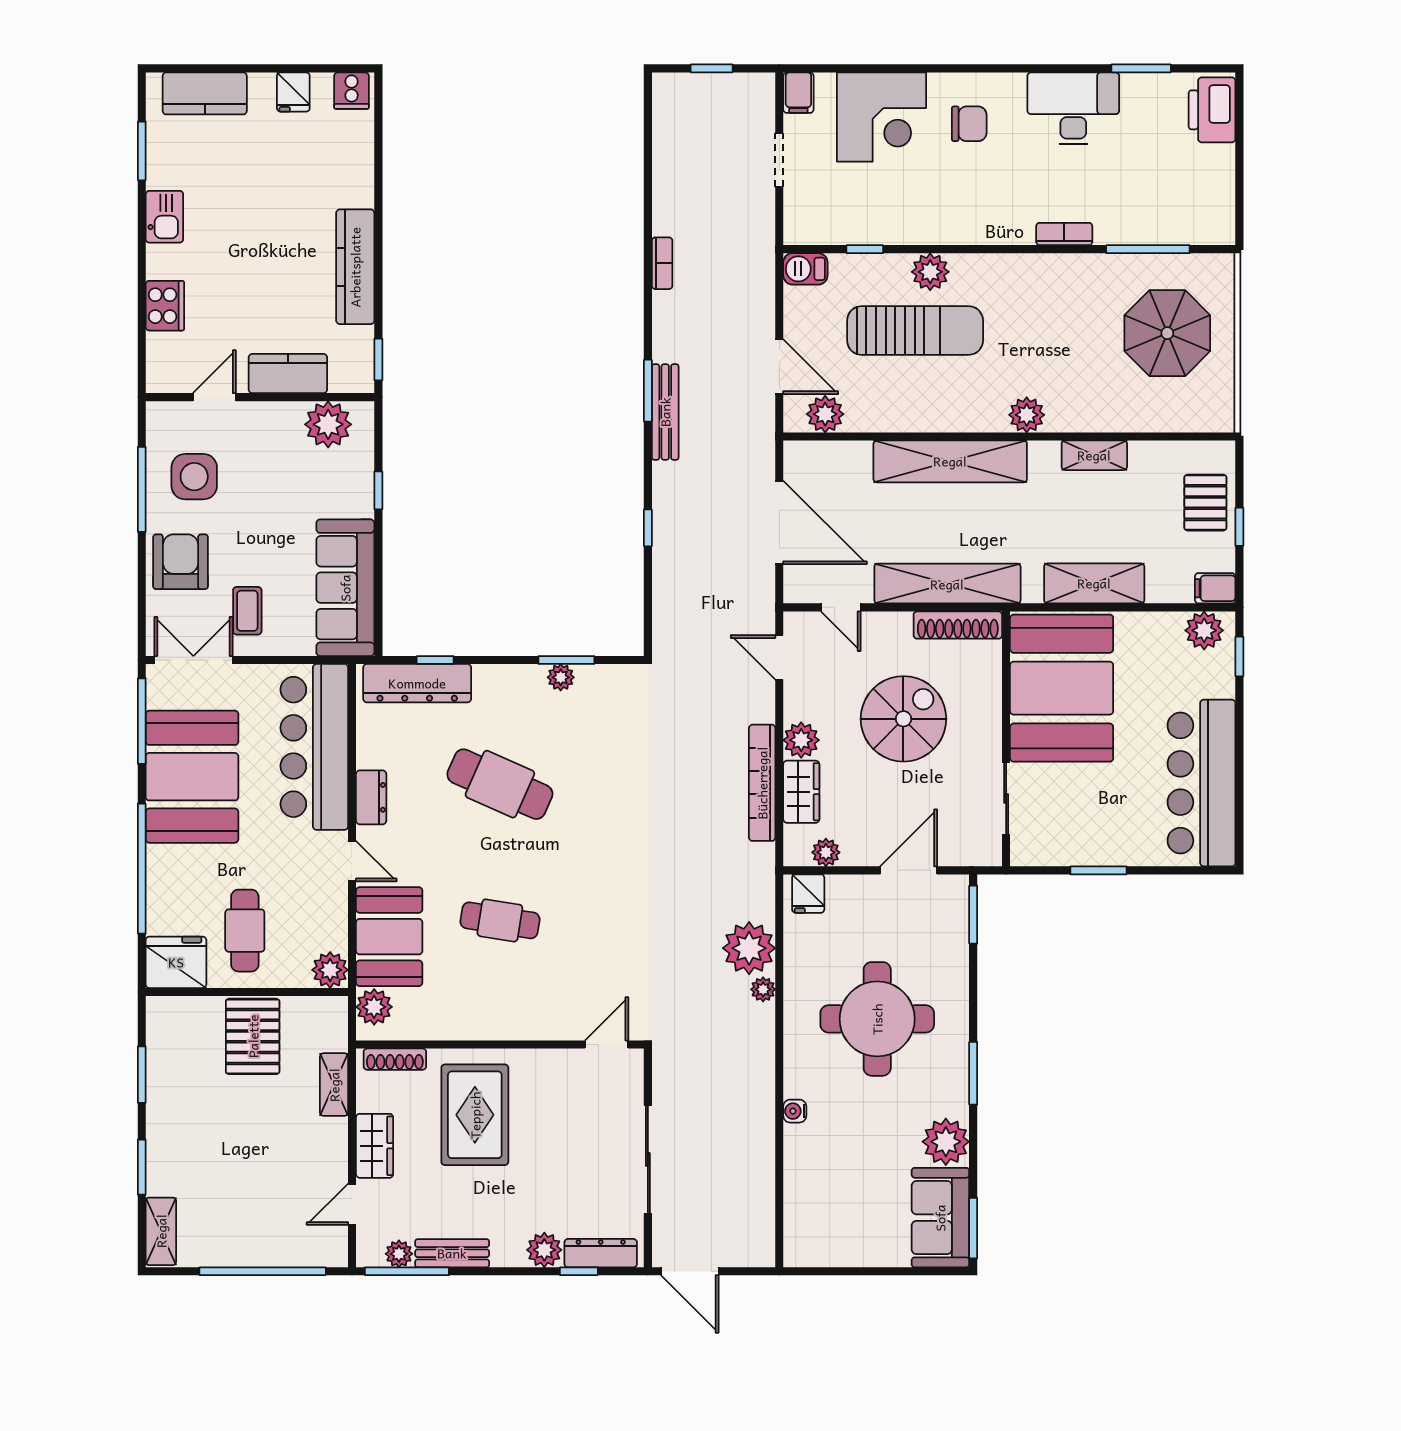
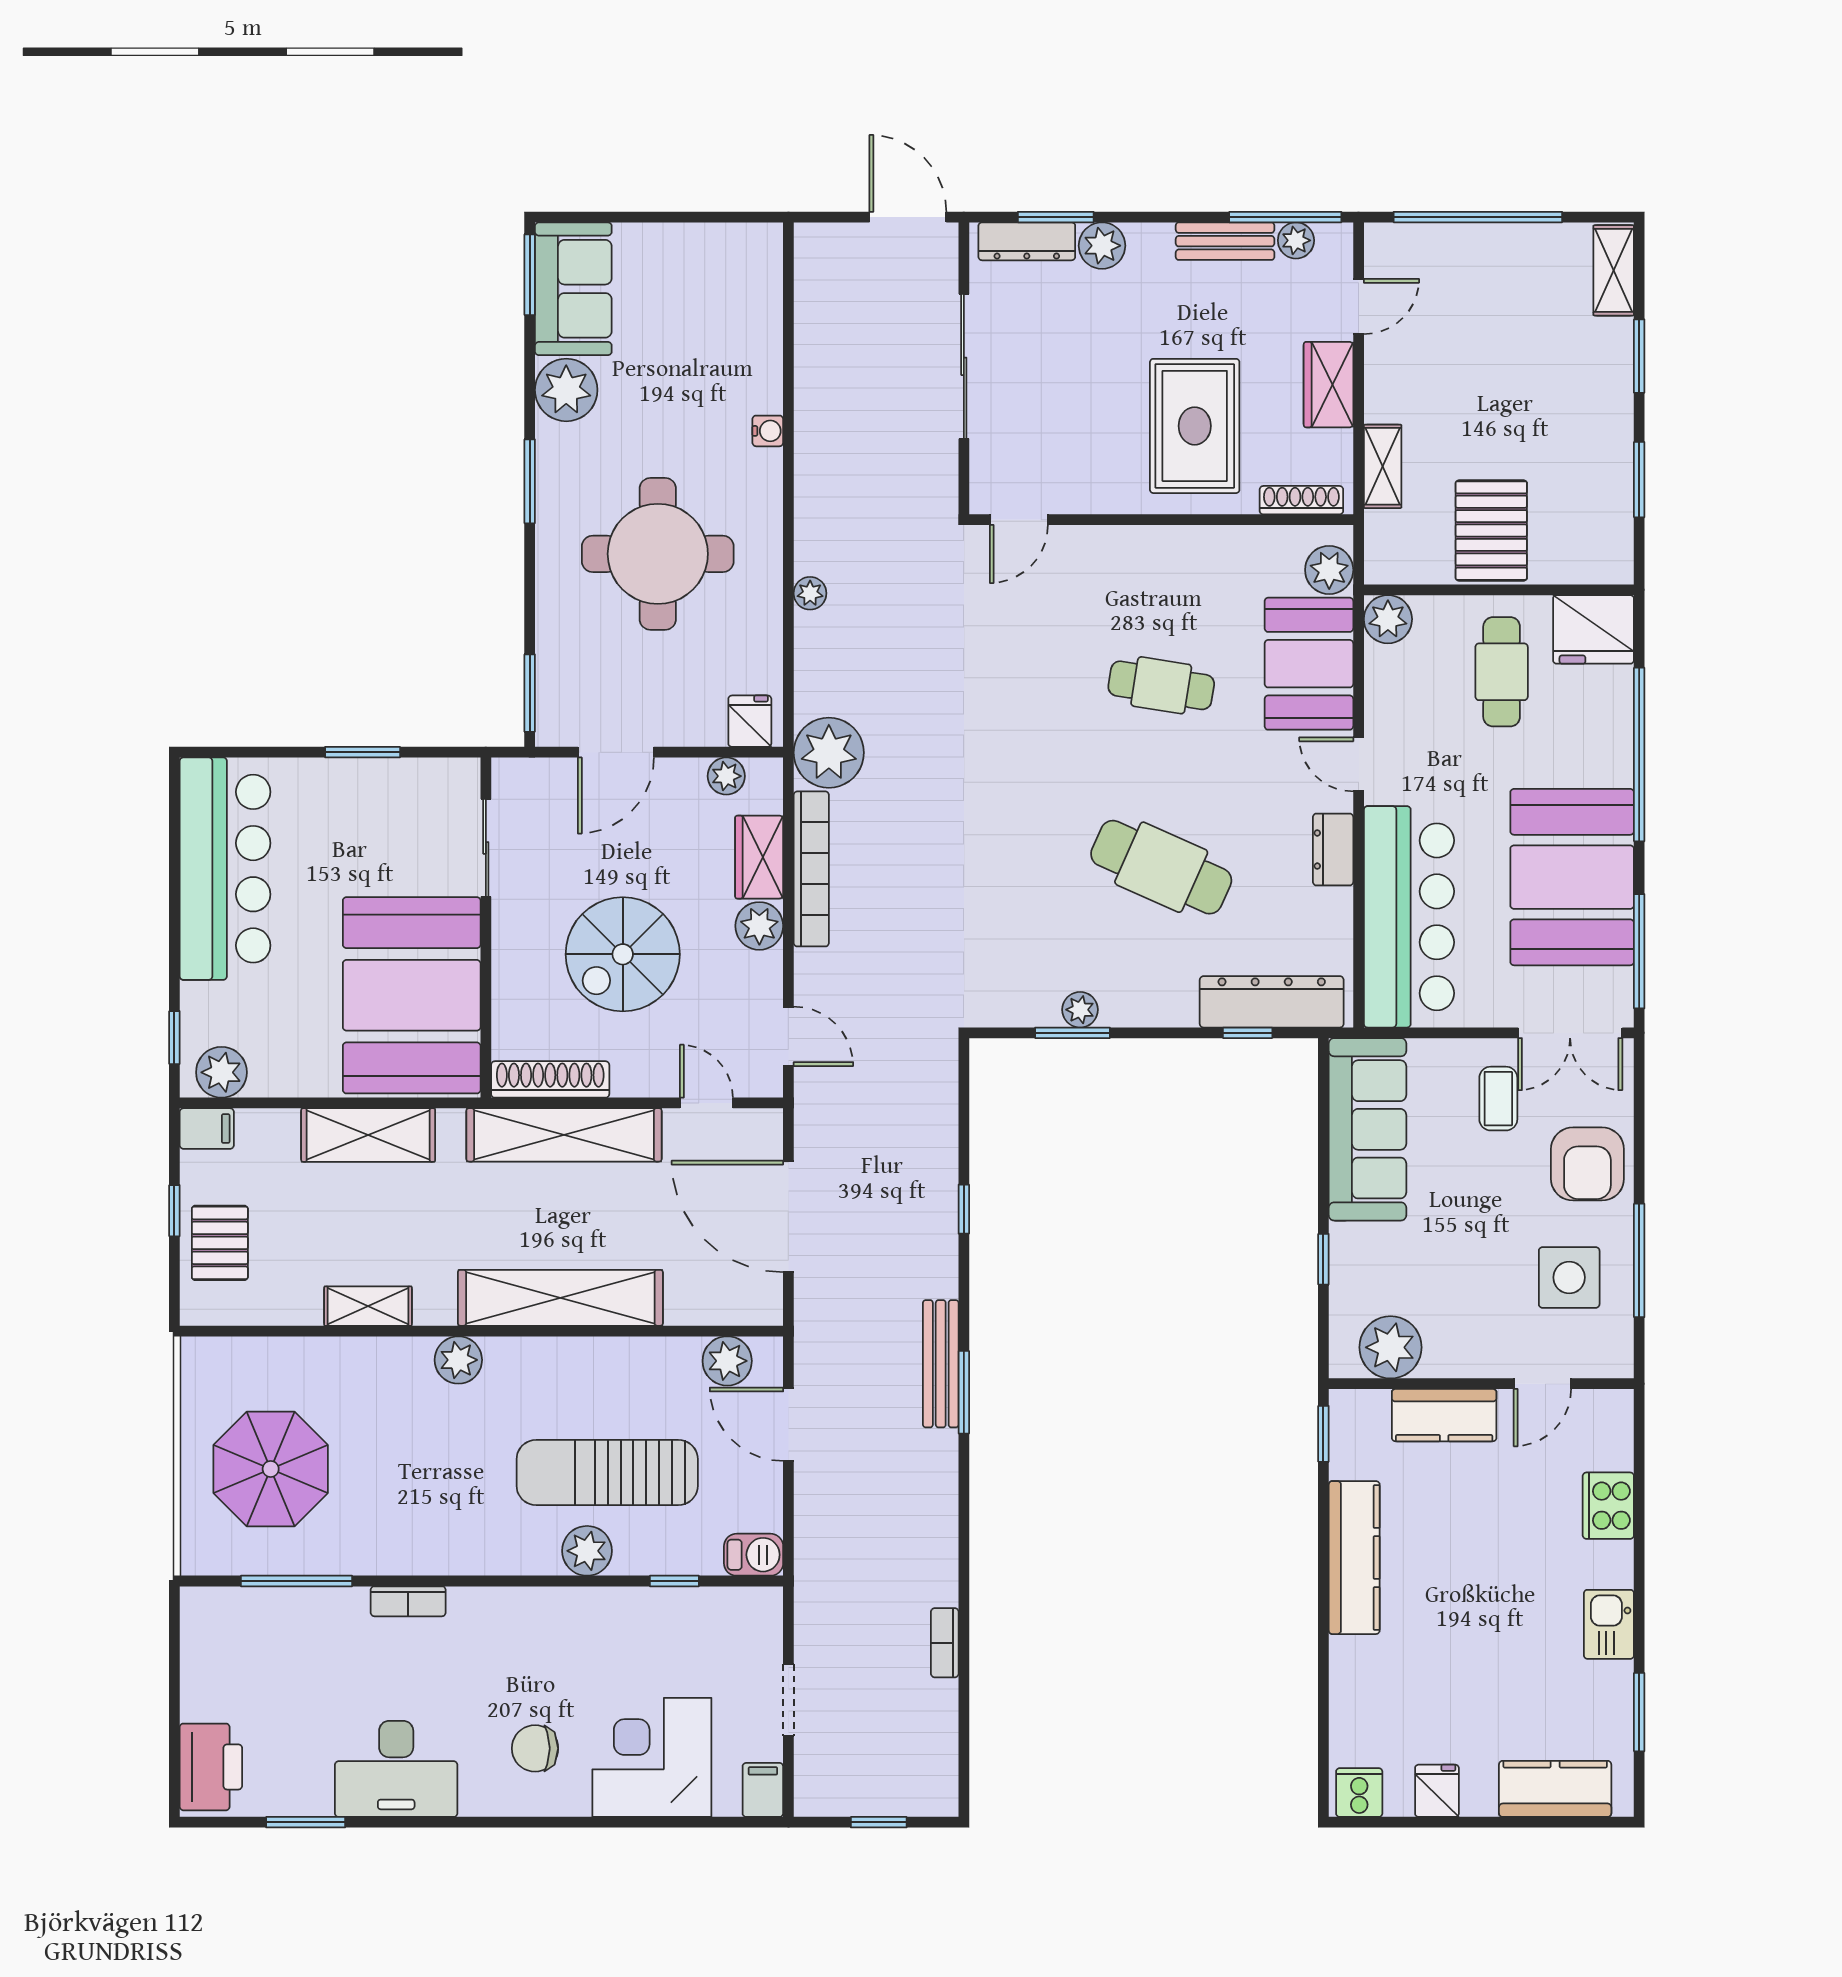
bookcase: (662, 263) -> (945, 1643), moved
plant: (749, 948) -> (829, 753), moved
window: (579, 1271) -> (1056, 217), width x1.50

